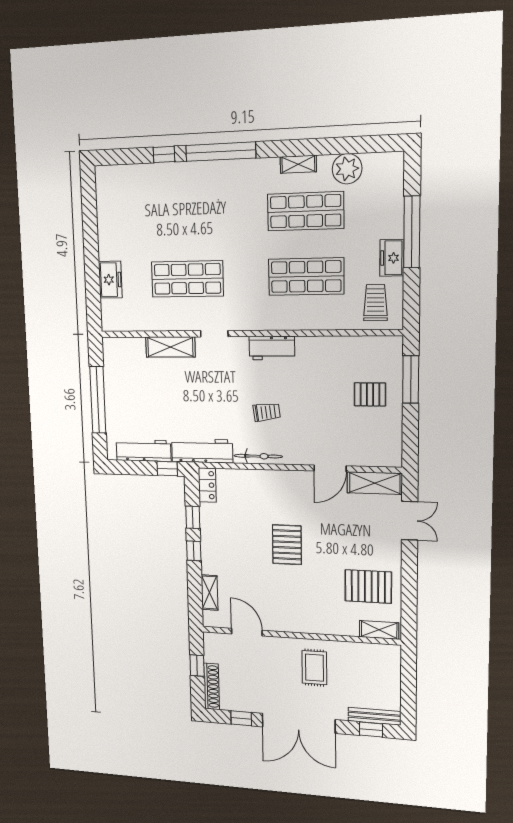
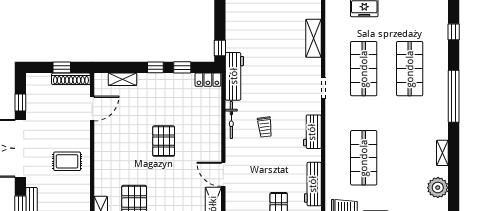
window: (164, 154) -> (454, 32), moved
shop shelf: (306, 211) -> (410, 69), moved
shelving: (170, 347) -> (313, 38), moved
workbench: (144, 450) -> (313, 184), moved, turned 180
pallet: (287, 545) -> (164, 141), turned 90
shoe rack: (211, 686) -> (71, 79), moved

